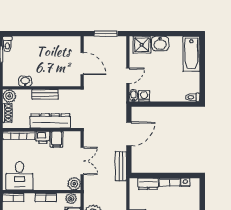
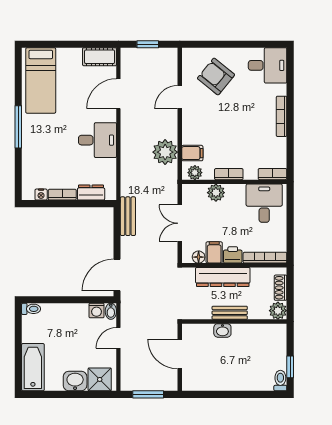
washbasin: (25, 81) -> (222, 330), moved
door: (129, 134) -> (117, 275), moved
floor lamp: (68, 136) -> (199, 257), added
plant: (74, 184) -> (216, 193), moved

